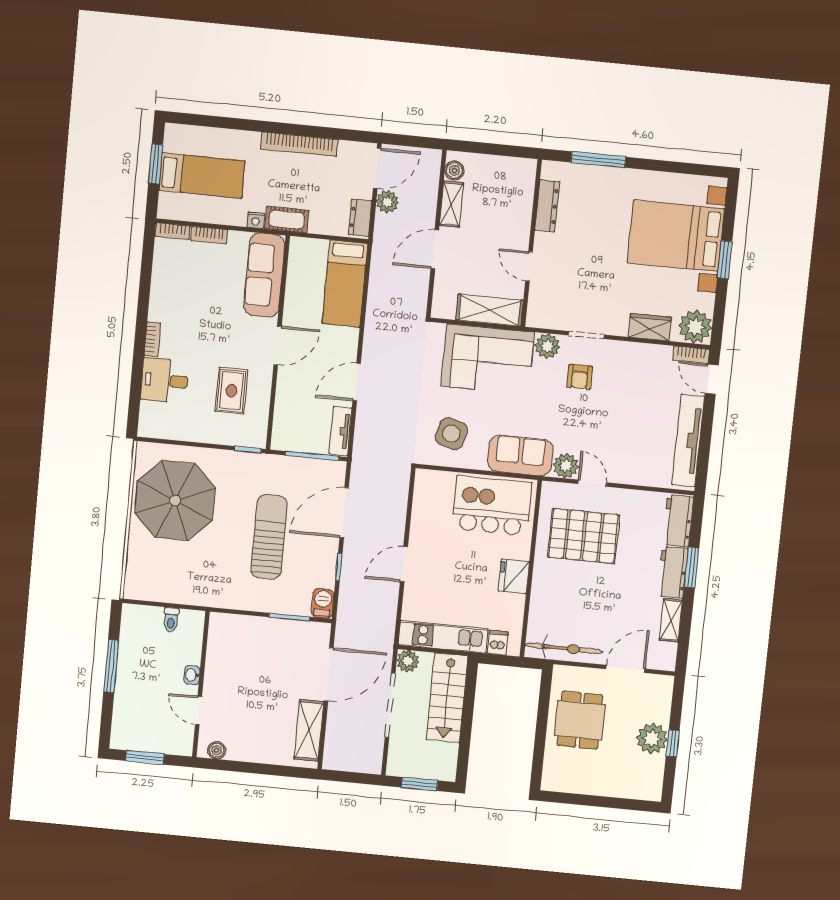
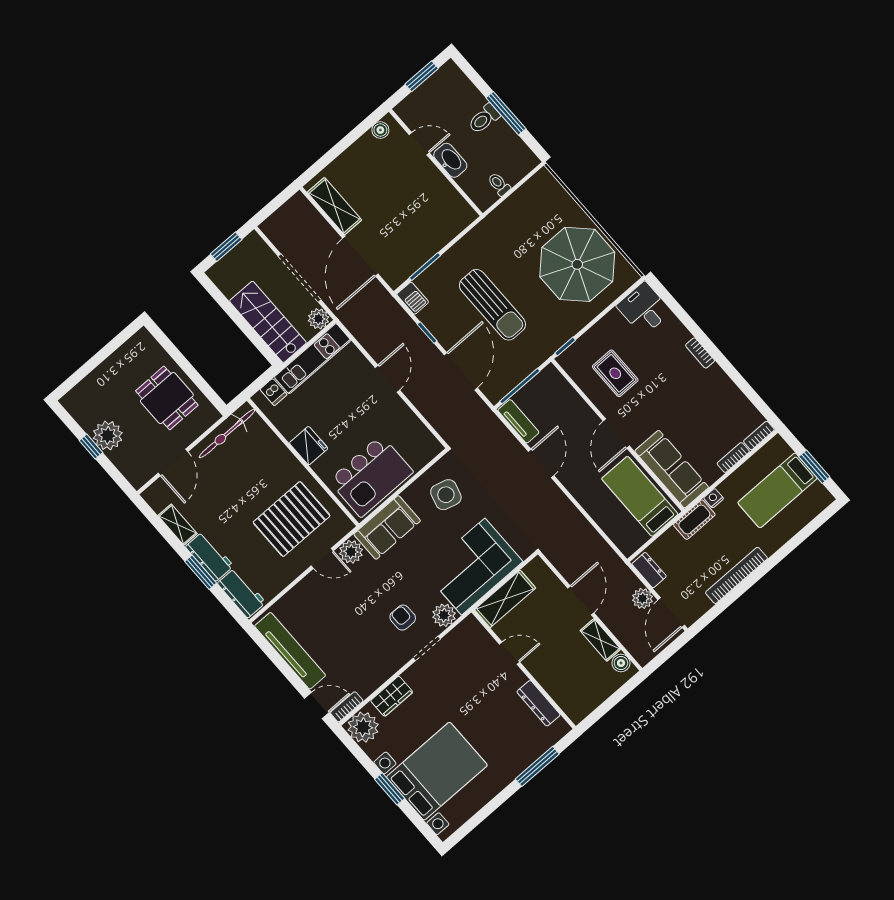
bed: (345, 284) -> (640, 496), moved
desk: (165, 380) -> (644, 309), moved, turned -90
washbasin: (192, 675) -> (450, 160), width x1.91, depth x1.45
toilet: (132, 679) -> (484, 119), added

